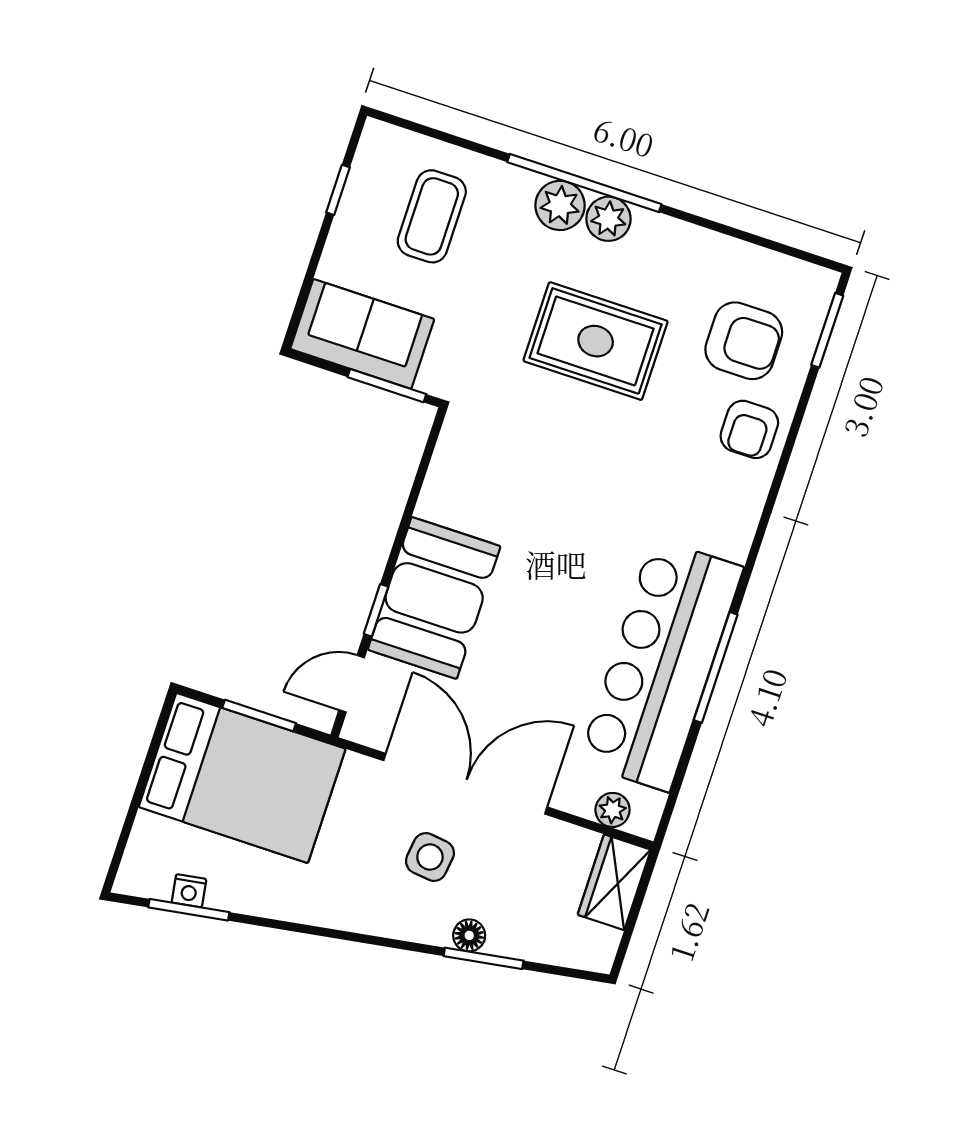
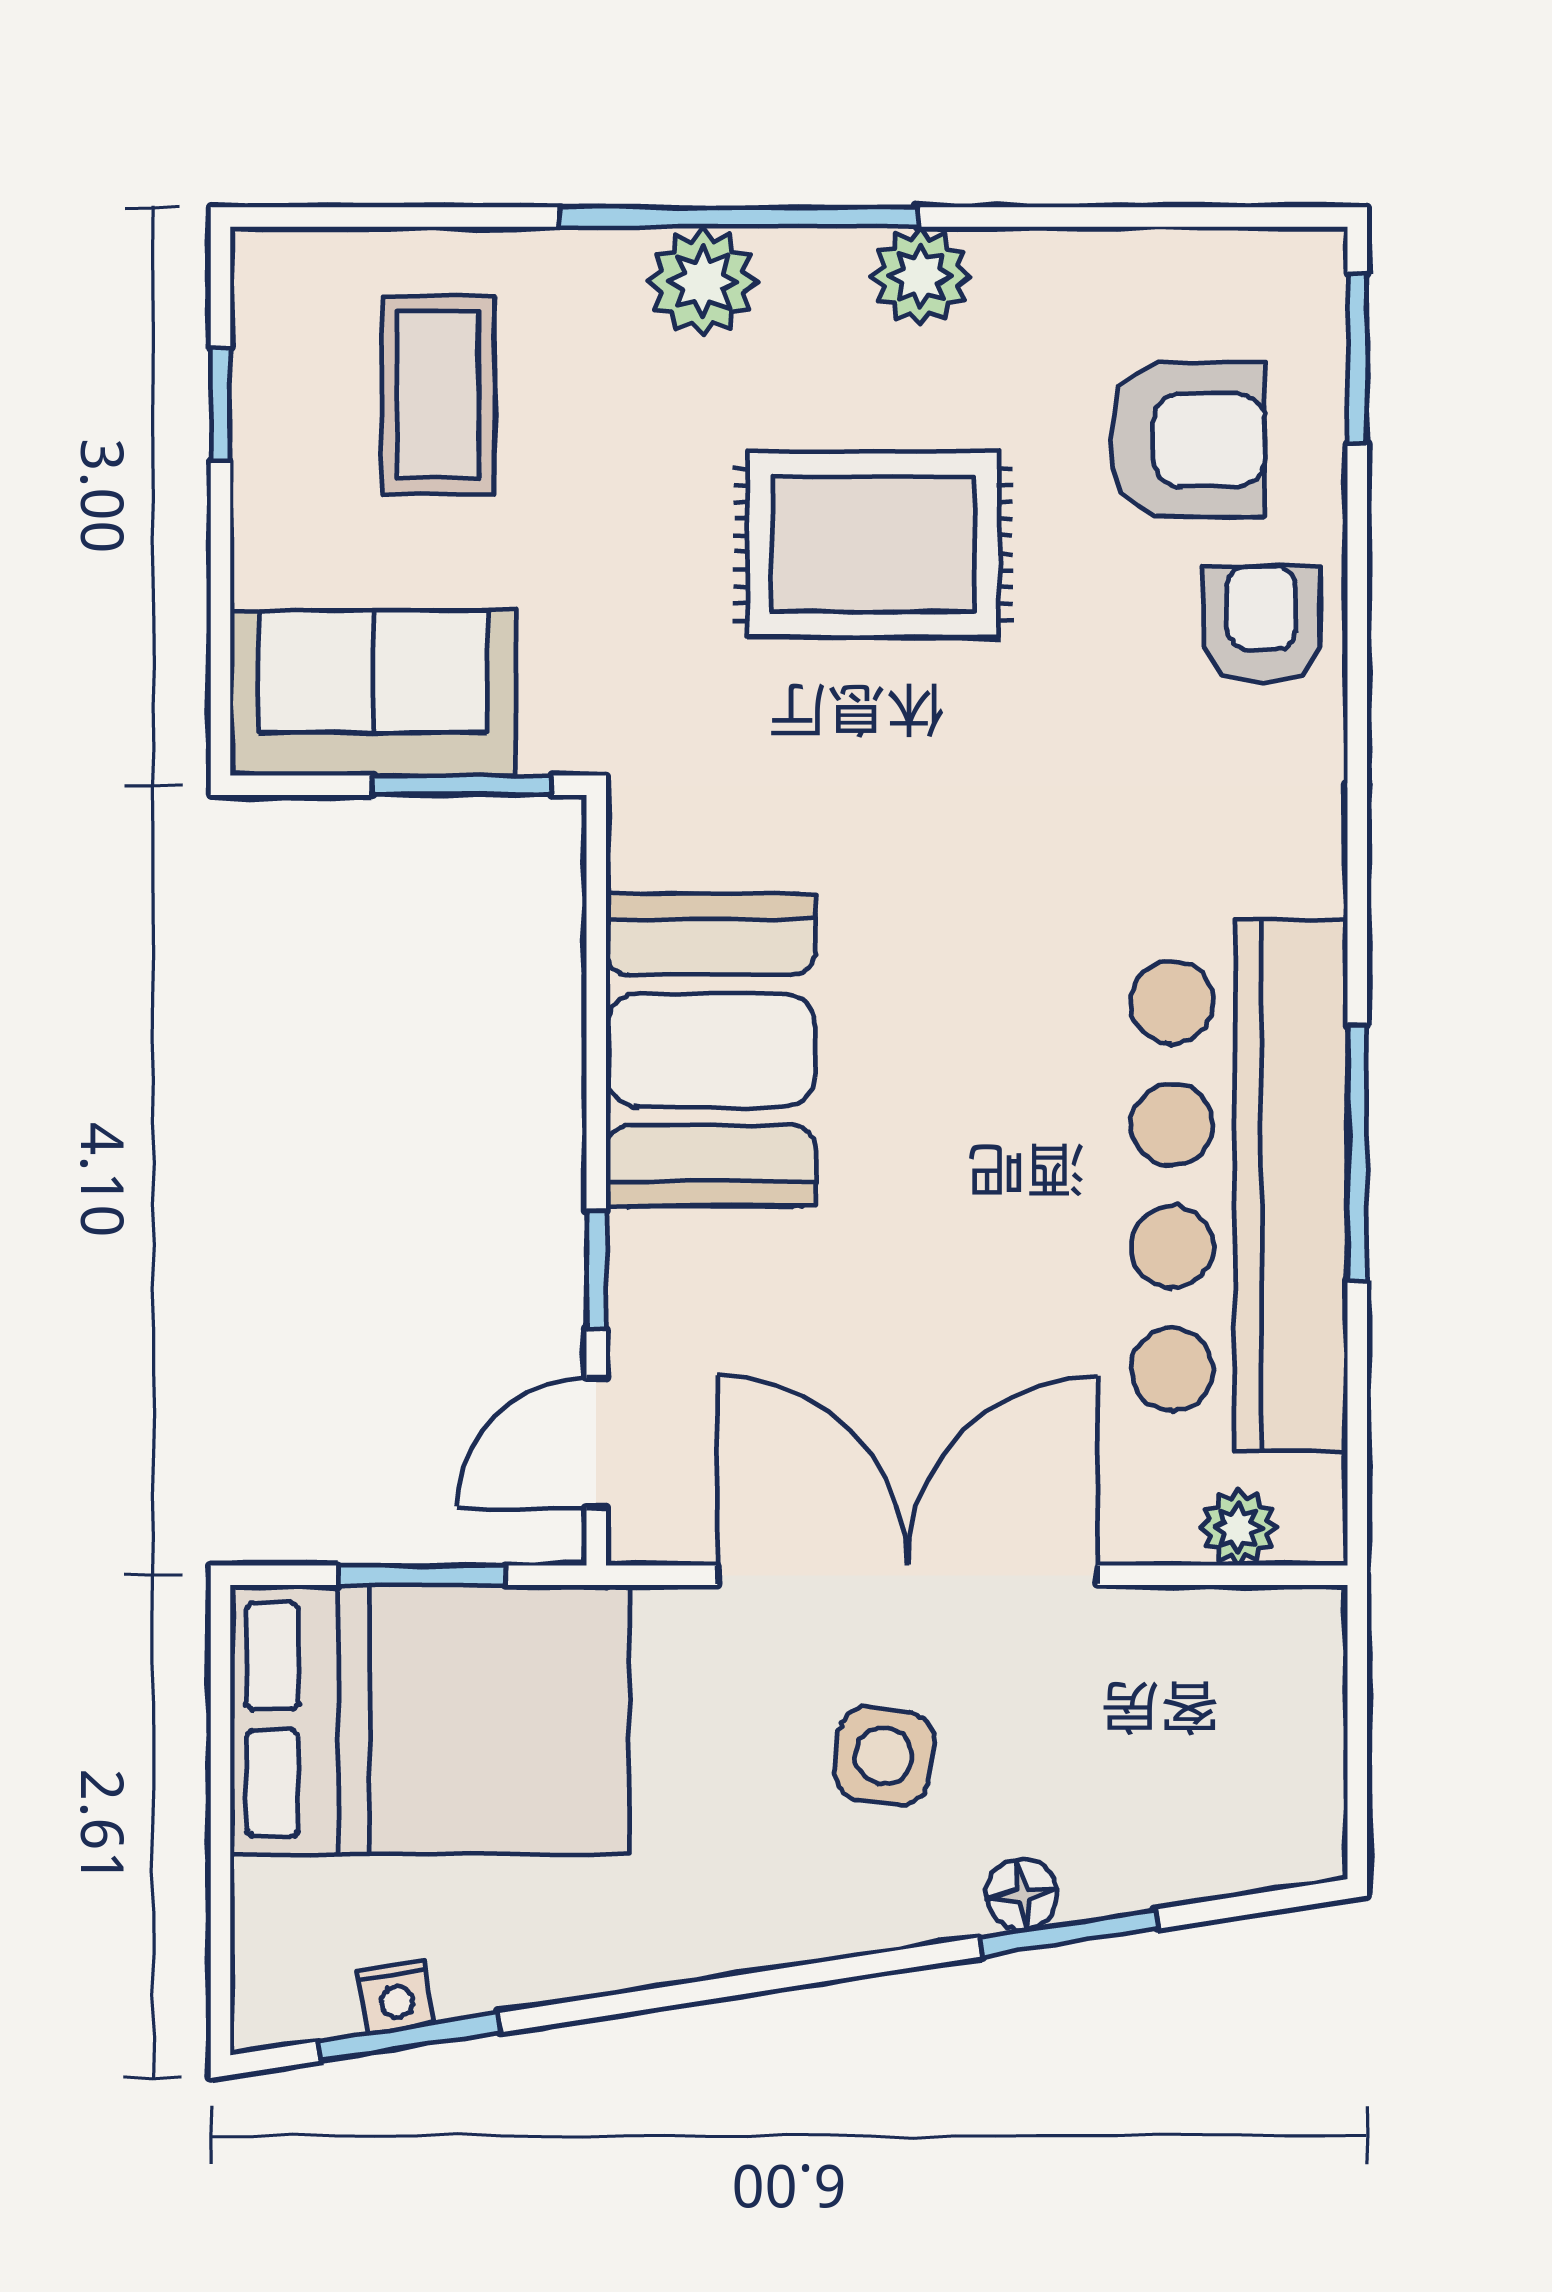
plant: (608, 219) -> (921, 276), moved
armchair: (749, 429) -> (1262, 624), turned 180
booth: (434, 598) -> (711, 1050), moved
wardrobe: (614, 882) -> (1293, 1680), removed

